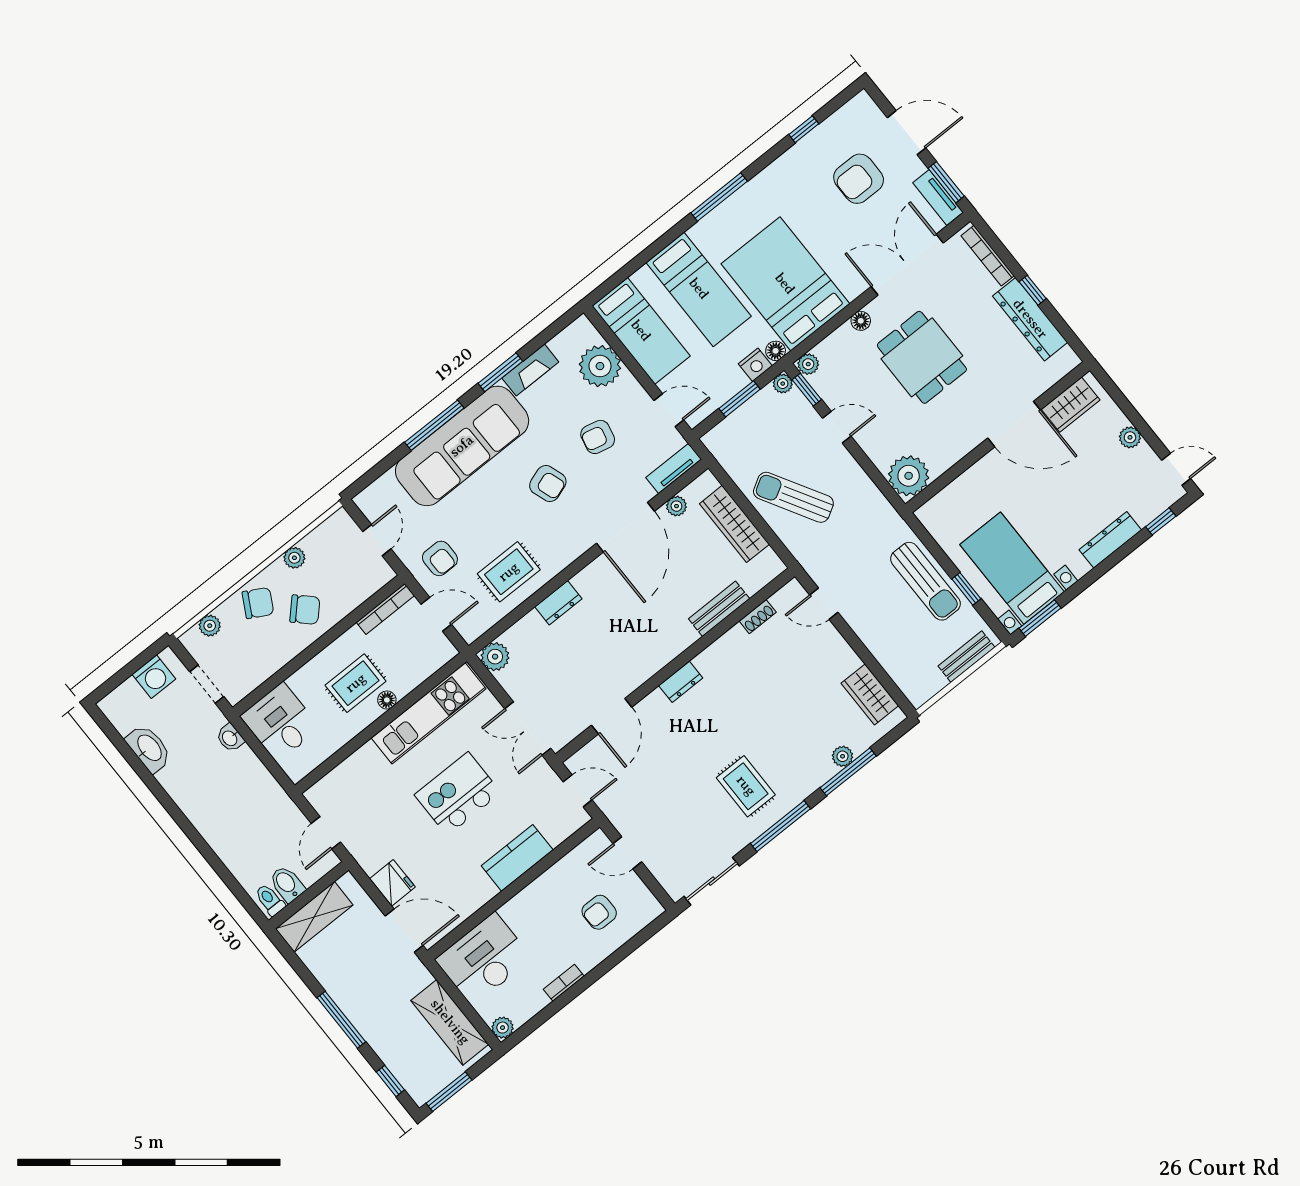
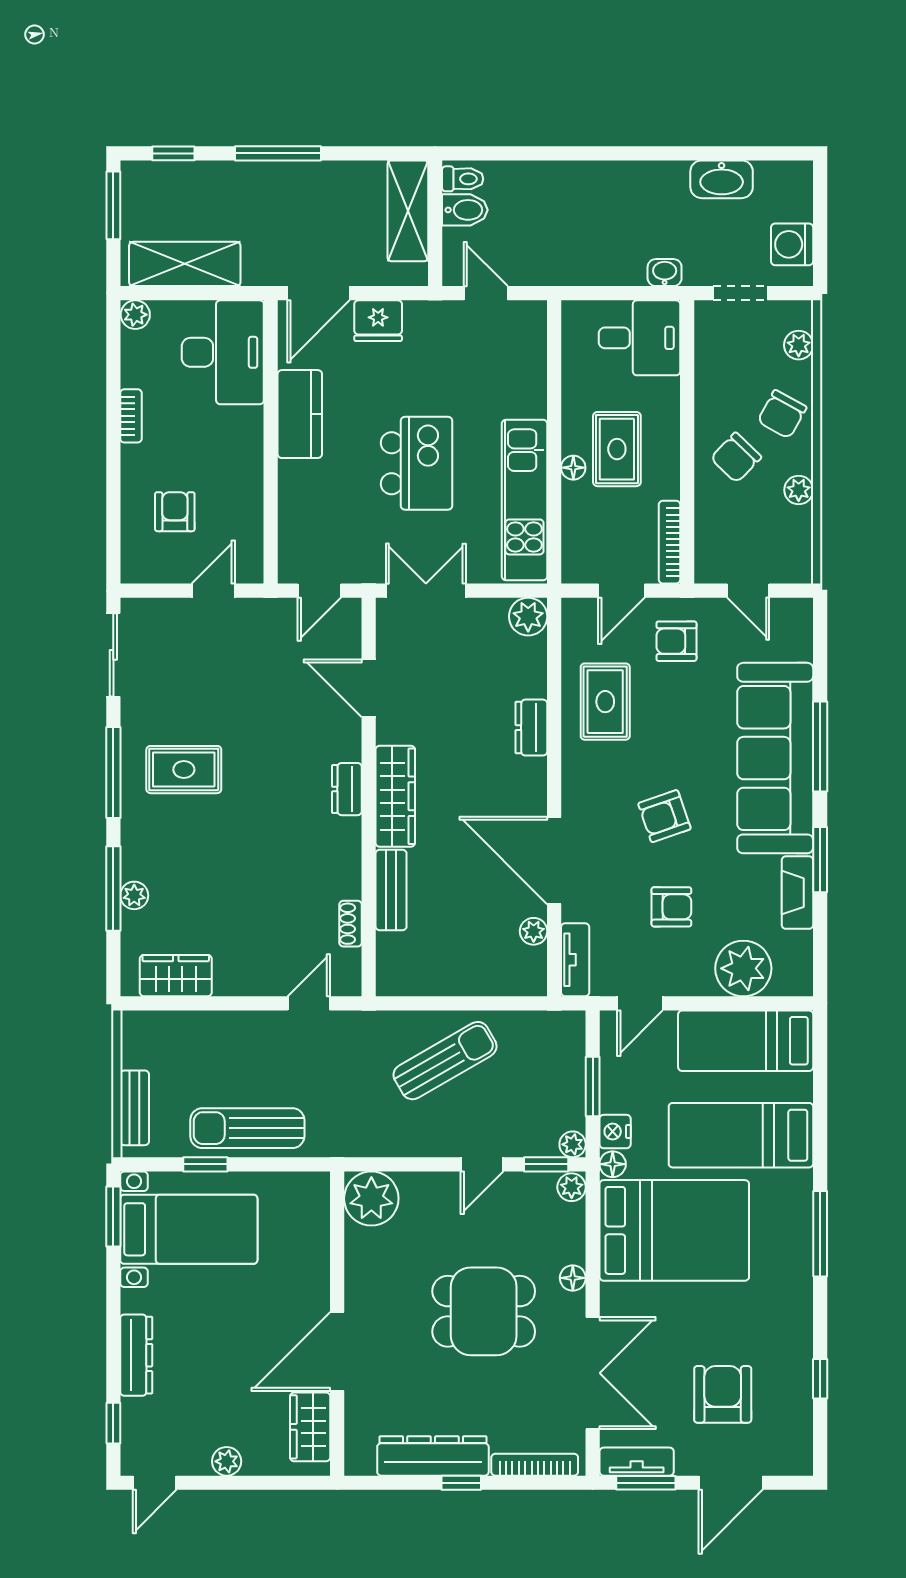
armchair: (598, 437) -> (671, 907), turned 77
wardrobe: (734, 524) -> (395, 796), moved, turned 90
kitchen counter: (517, 858) -> (300, 414), moved

